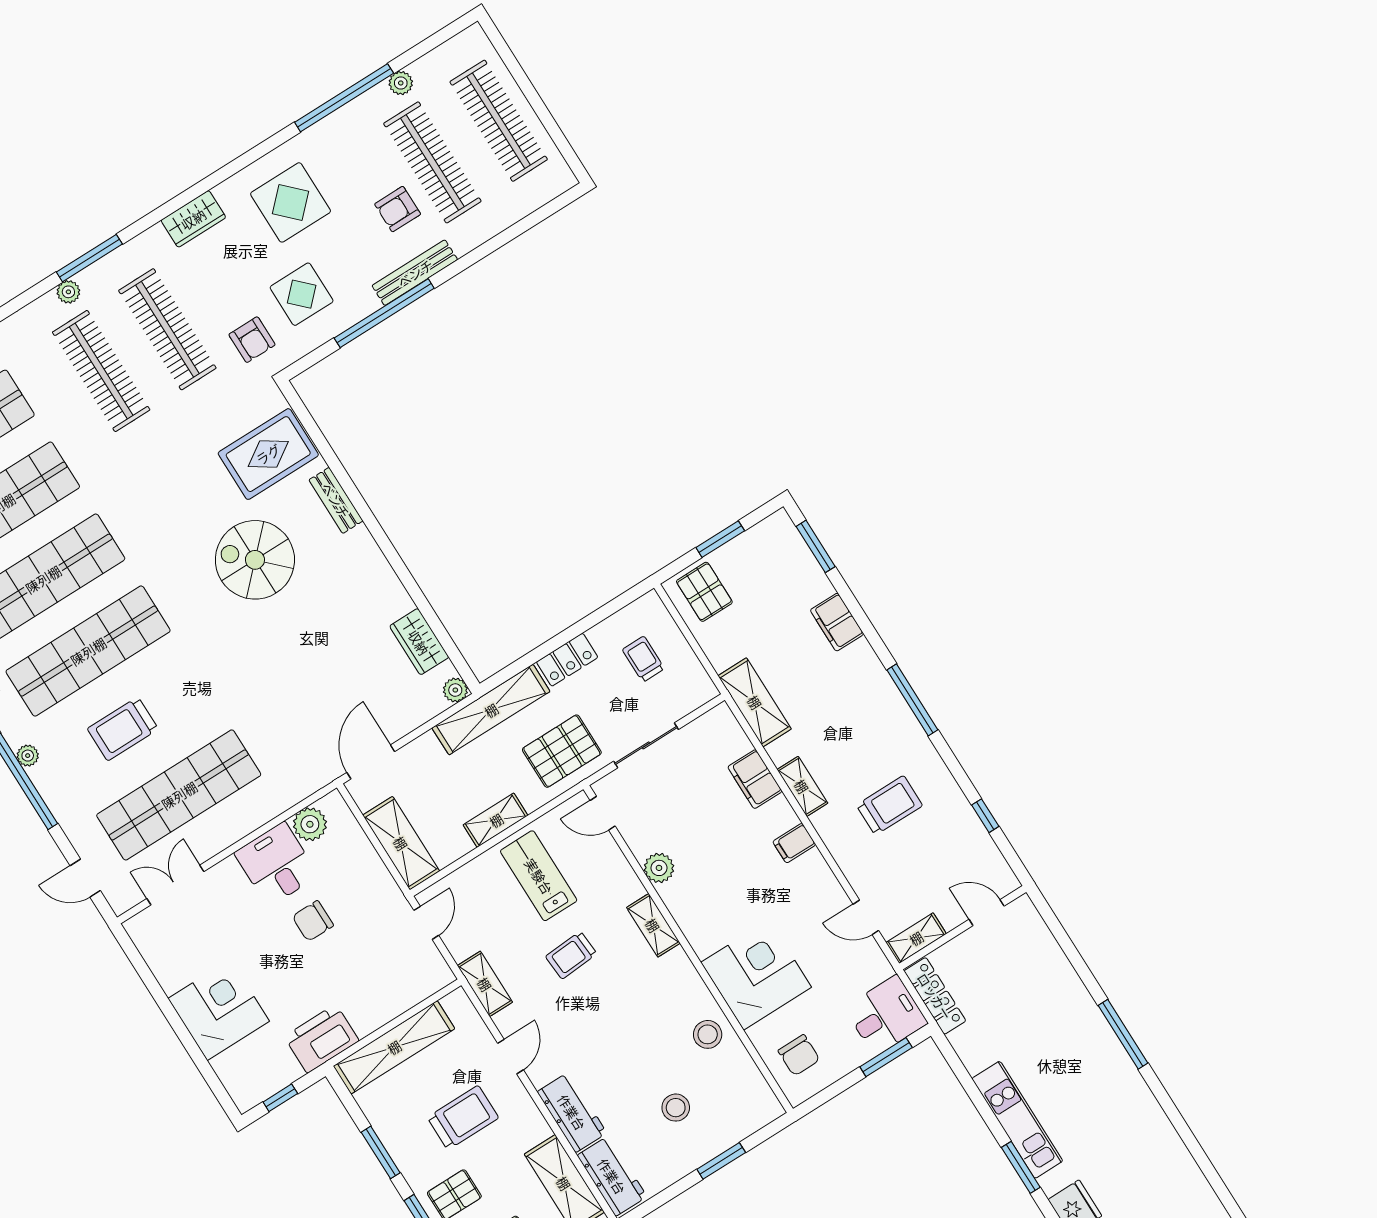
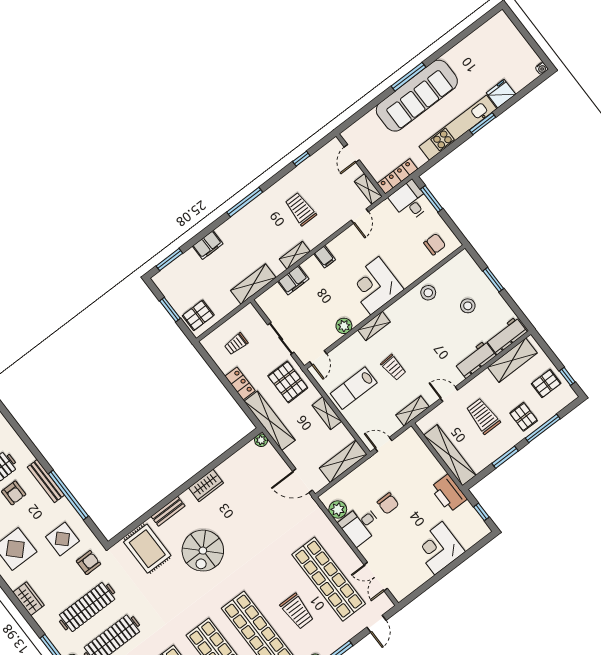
wardrobe: (419, 642) -> (206, 485), moved
corner desk: (756, 975) -> (375, 286), moved
sofa: (1085, 1047) -> (417, 96), added
kitchen unit: (1017, 1120) -> (458, 128), width x1.36

